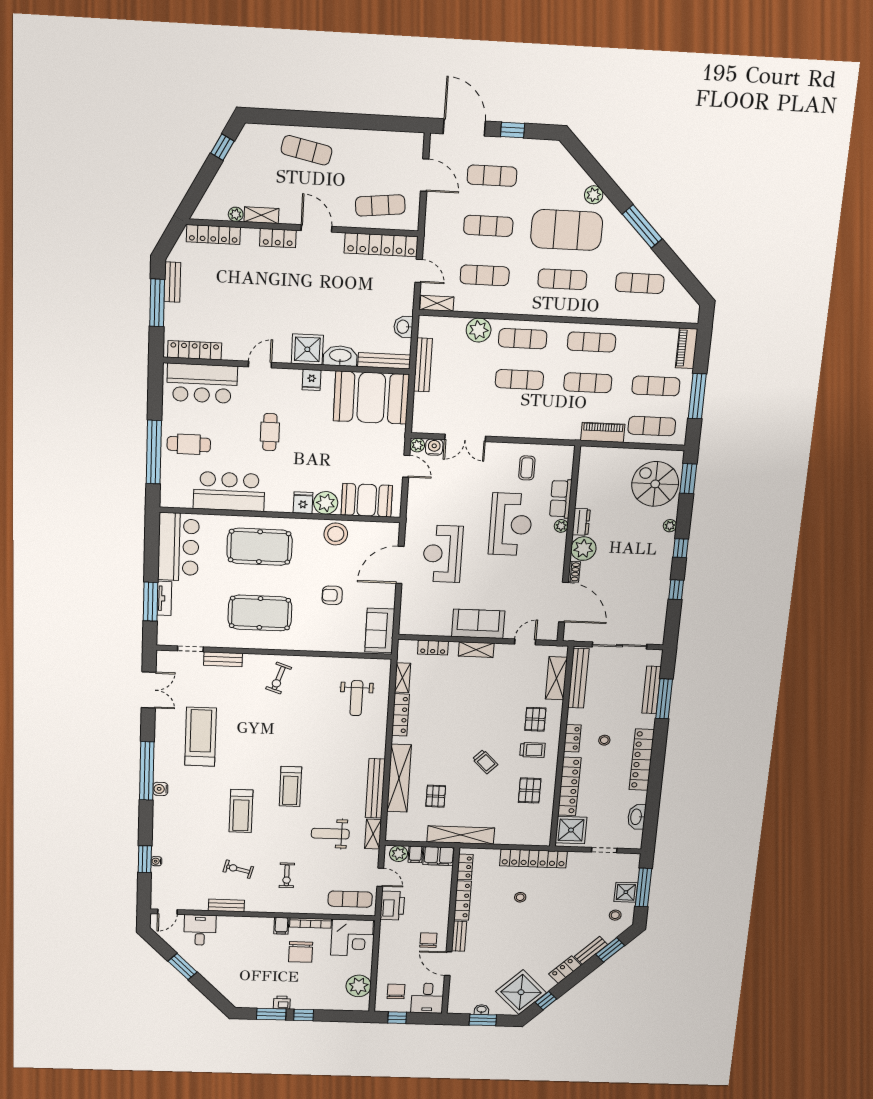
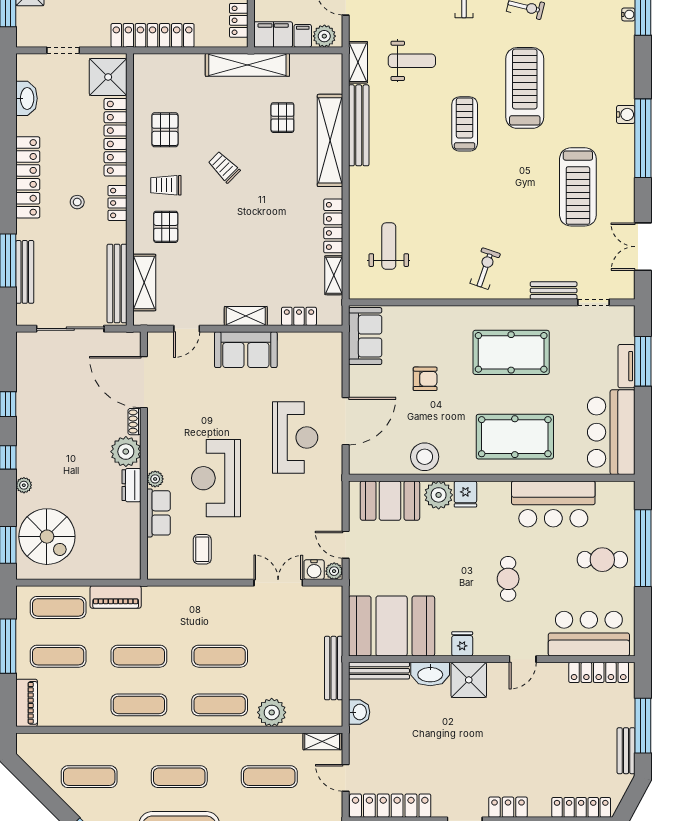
treadmill: (241, 811) -> (525, 88), width x1.37, depth x1.37

